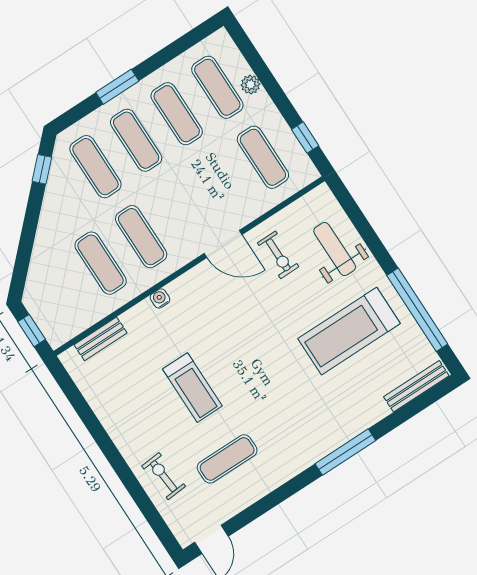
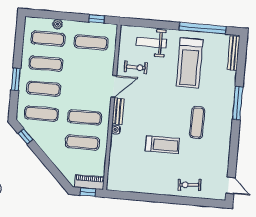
piano: (49, 321) -> (89, 182), added
bench: (101, 339) -> (118, 111), moved
exercise mat: (227, 459) -> (197, 122), moved

